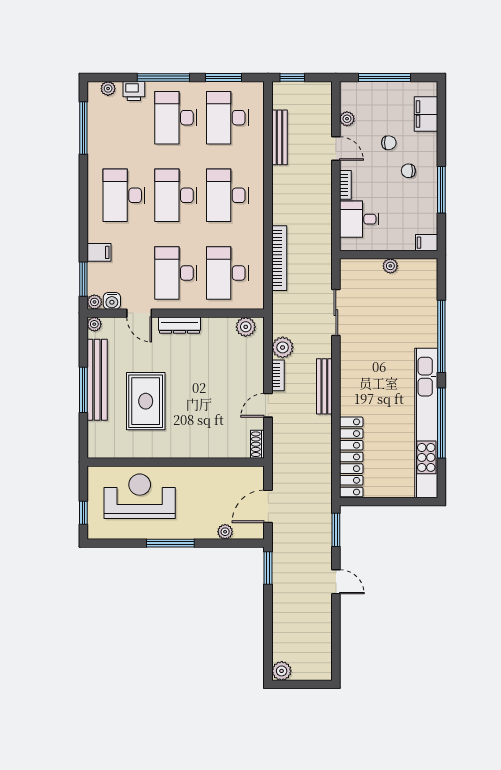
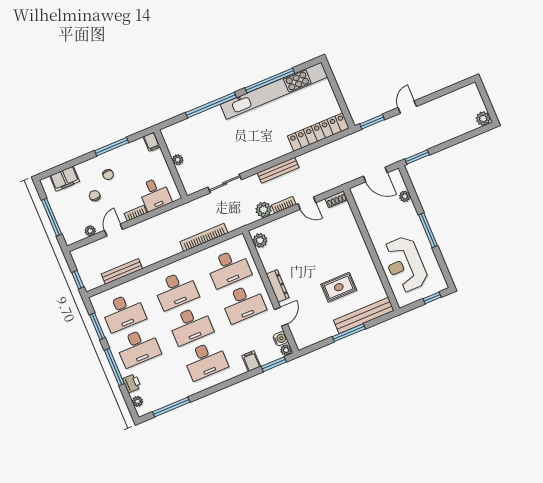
plant: (94, 324) -> (301, 344), removed
bench: (97, 380) -> (364, 315), moved
rug: (146, 401) -> (339, 287), width x0.73, depth x0.70

